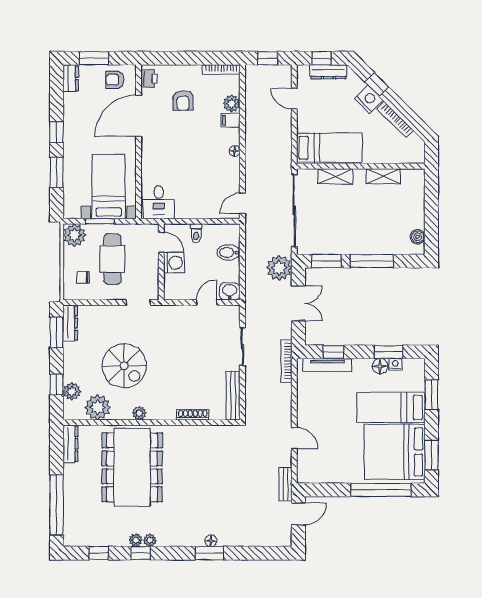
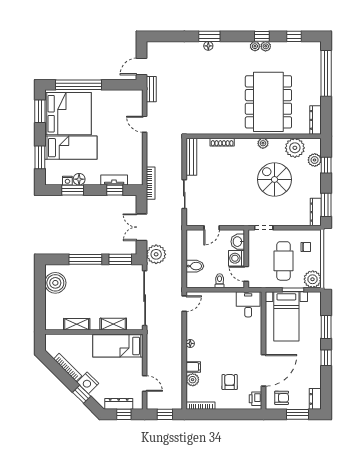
boiler: (418, 237) -> (55, 283), width x1.86, depth x1.86
washbasin: (230, 291) -> (238, 242), moved, turned 90
tv unit: (327, 365) -> (114, 180), width x0.71

